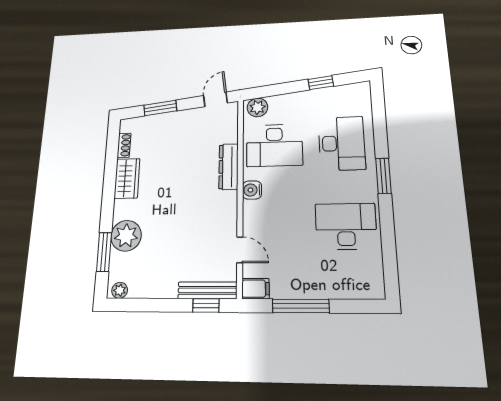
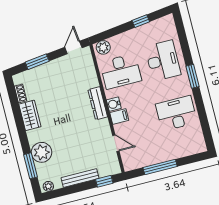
dresser: (229, 167) -> (98, 103), moved
filing cabinet: (256, 289) -> (119, 117), moved
bench: (207, 290) -> (80, 178), moved

